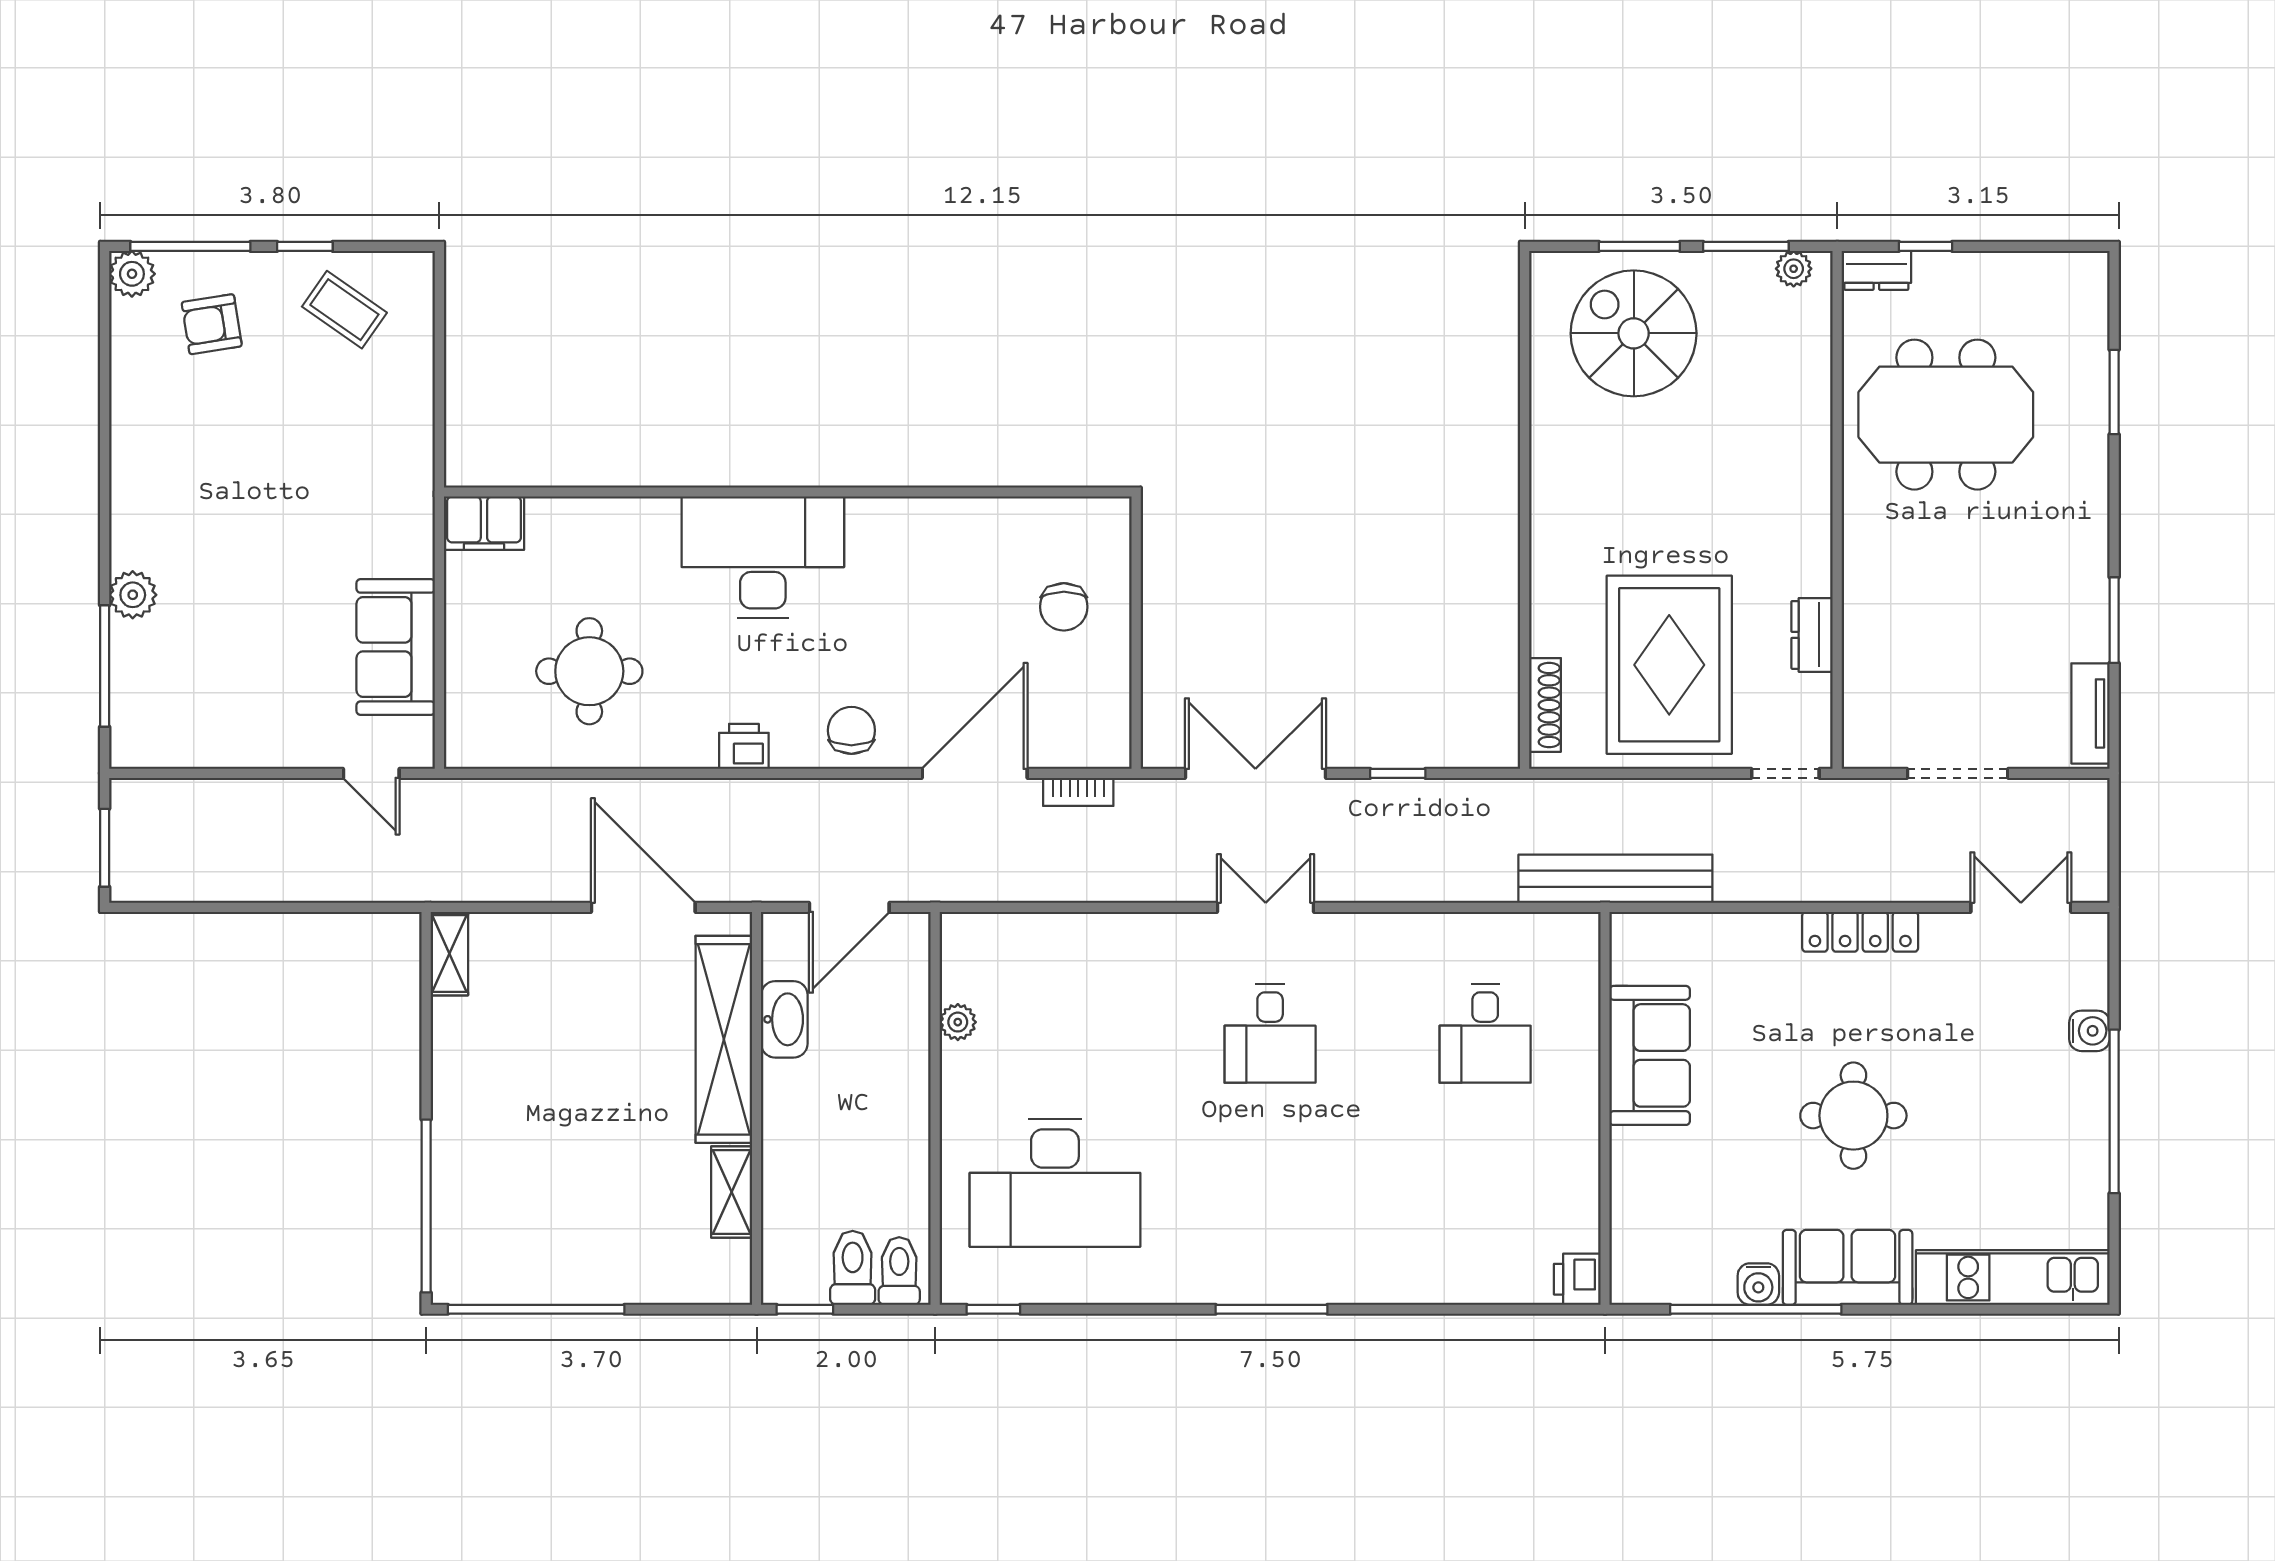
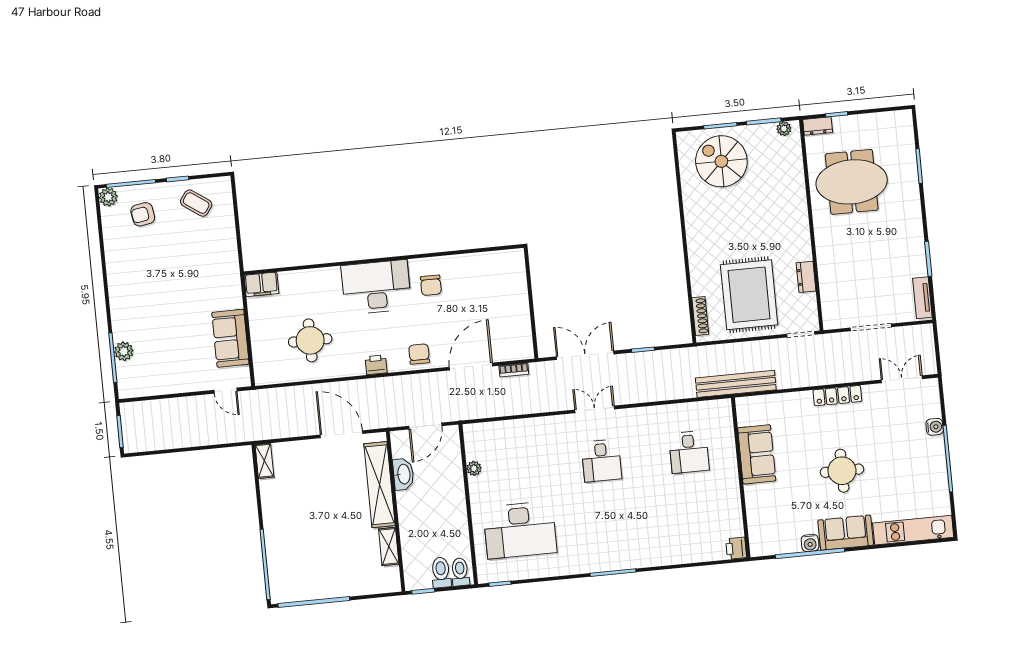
plant: (133, 595) -> (124, 351), moved
chair: (1064, 607) -> (431, 285), moved

